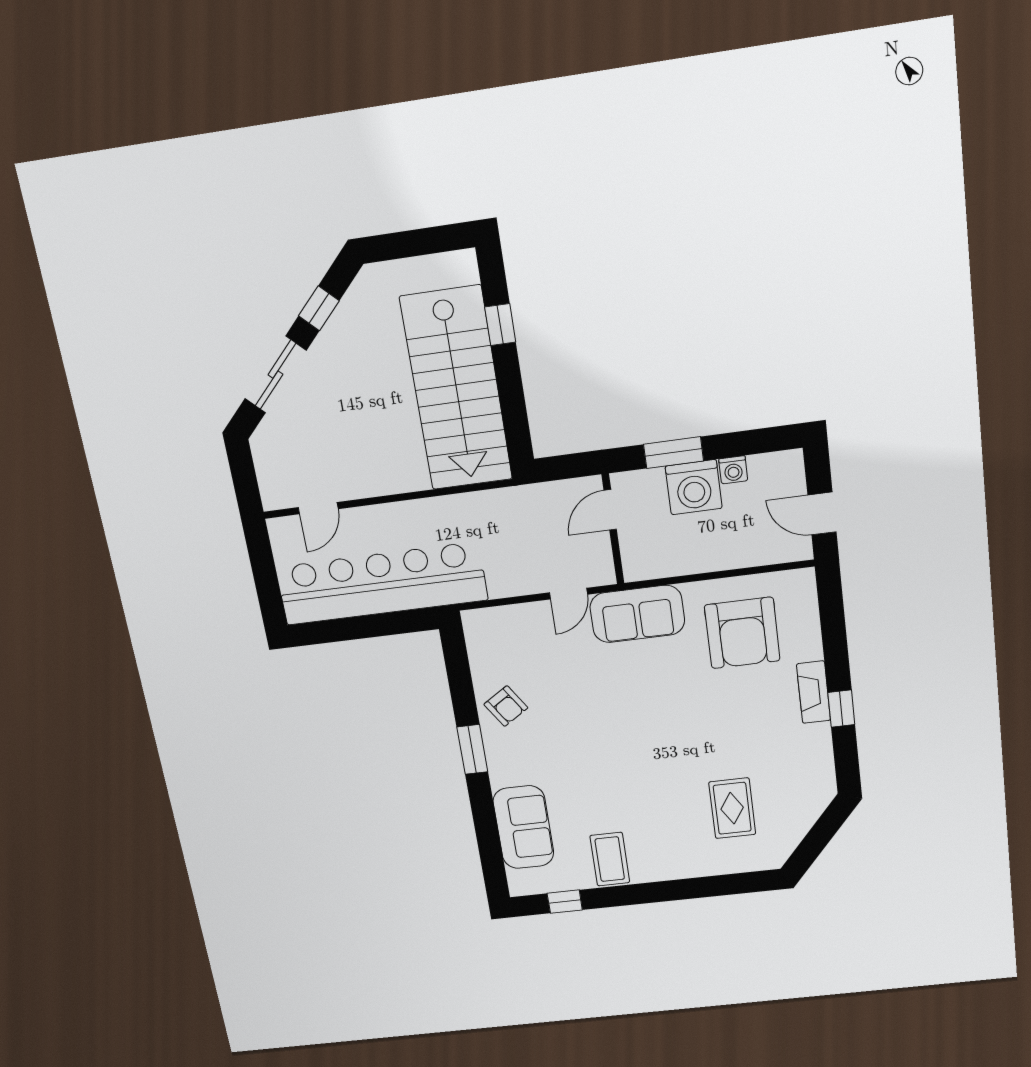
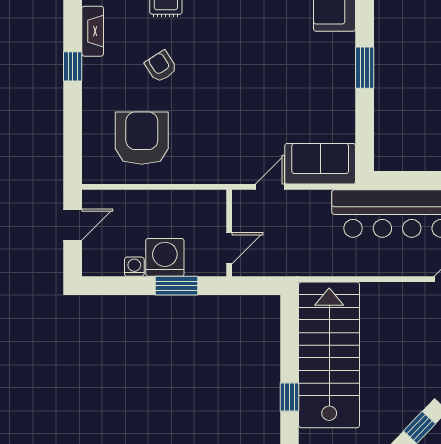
door: (822, 514) -> (73, 225), hinge flipped
sofa: (637, 614) -> (320, 164), moved
fireplace: (813, 692) -> (93, 31), moved
armchair: (506, 706) -> (161, 66), moved

